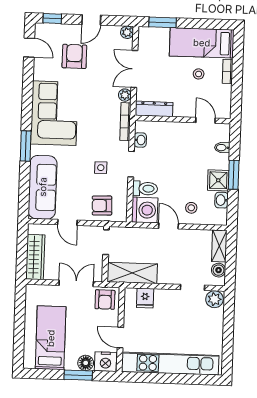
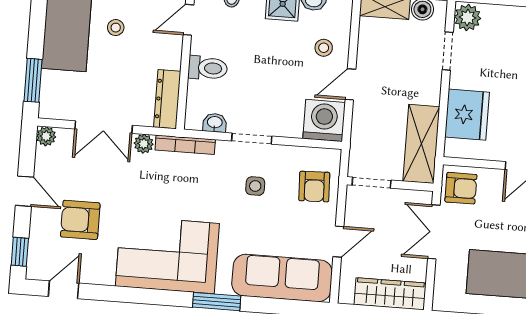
toilet: (145, 189) -> (208, 68), moved, turned 90
fridge: (145, 298) -> (467, 115), width x1.88, depth x1.34

